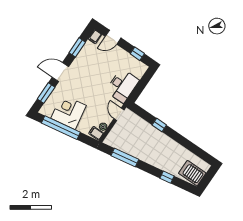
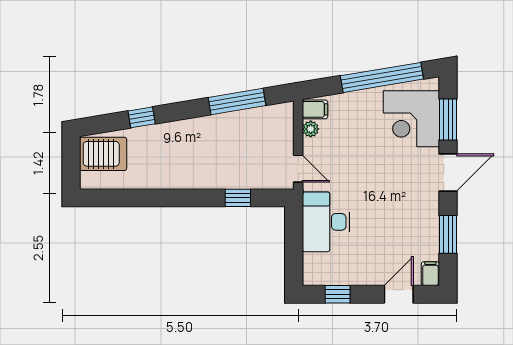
corner desk: (69, 112) -> (411, 119), moved, turned 99
window: (159, 125) -> (238, 198), moved

